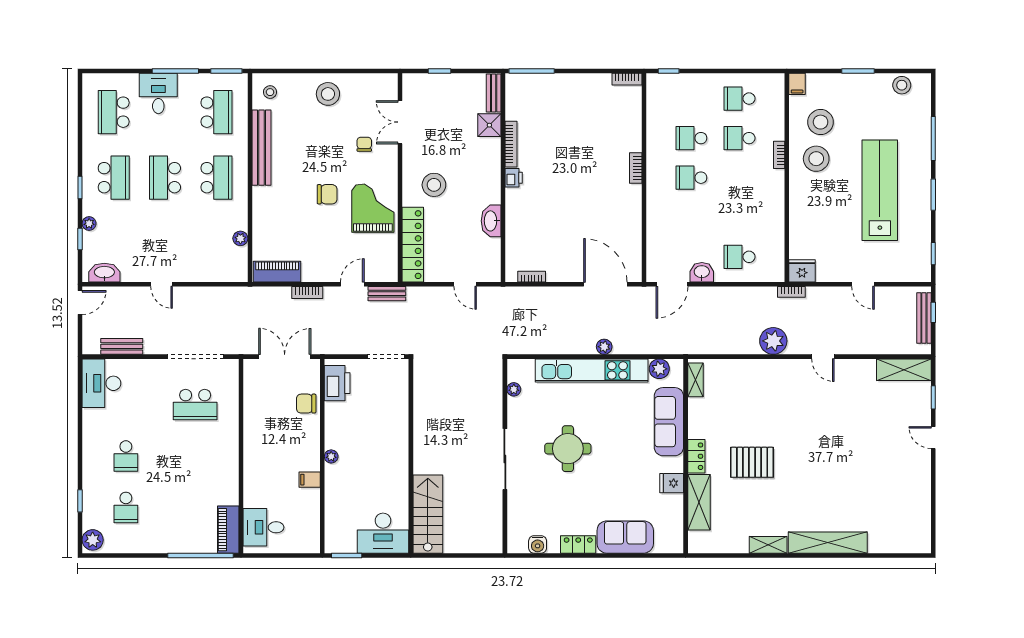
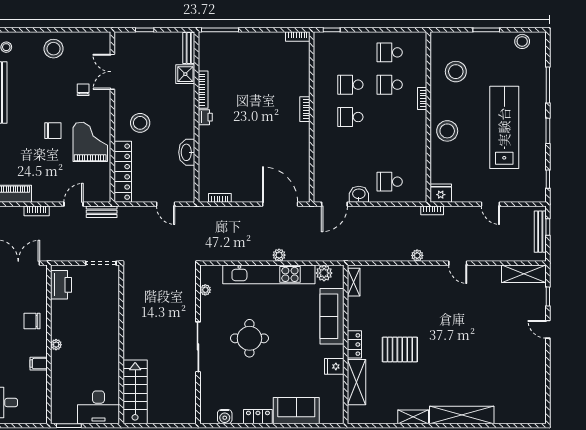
filing cabinet: (797, 84) -> (437, 40), removed
stool: (816, 159) -> (447, 131), moved
plant: (773, 341) -> (417, 255), width x0.53, depth x0.53
chair: (306, 404) -> (32, 321), moved

